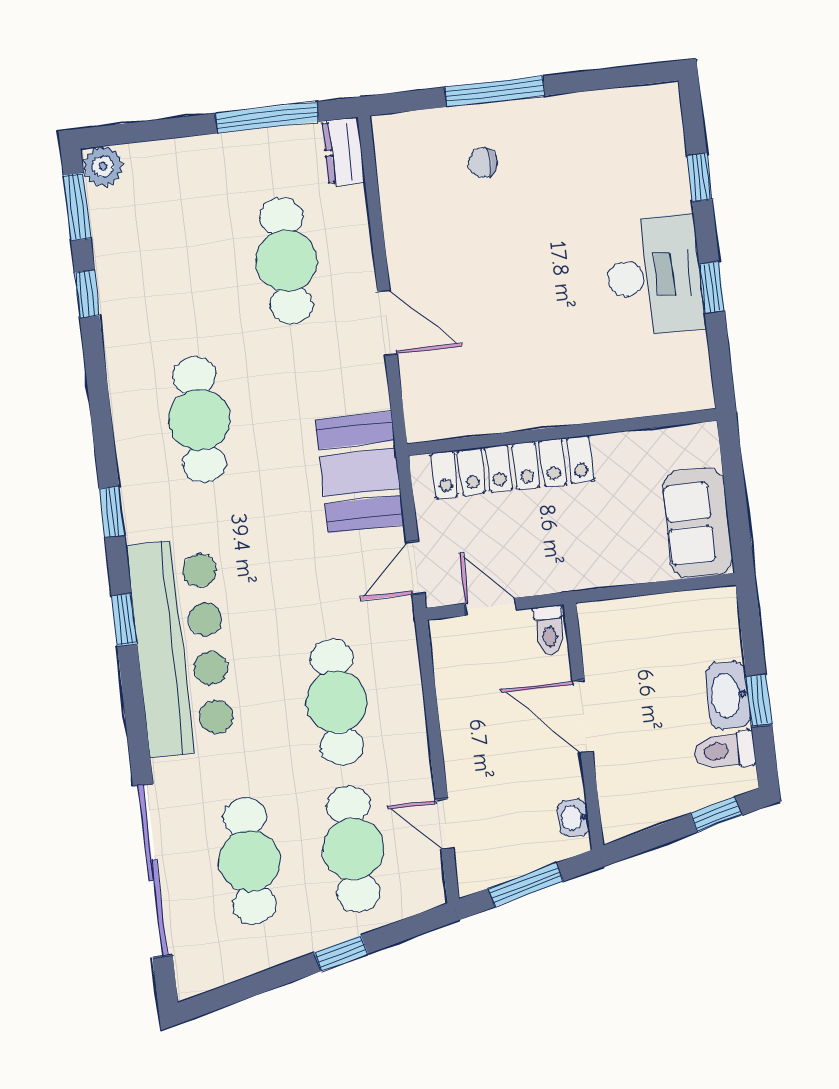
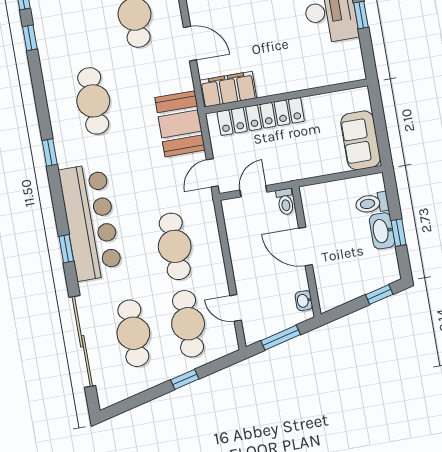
filing cabinet: (454, 412) -> (228, 89), added
door: (491, 607) -> (253, 191), hinge flipped
window: (124, 620) -> (66, 249), moved
toilet: (724, 751) -> (372, 203), moved

